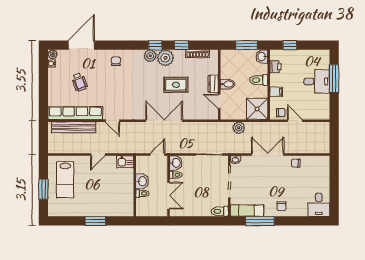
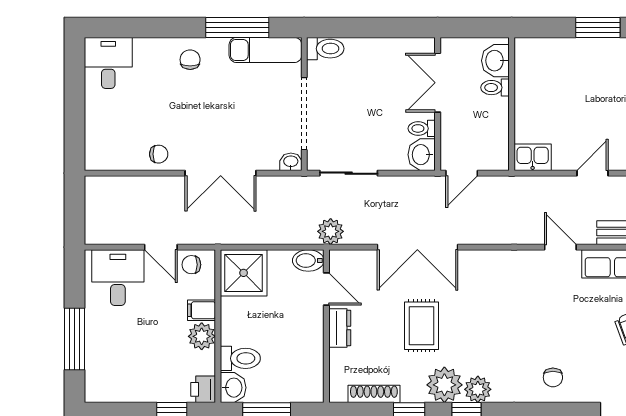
printer: (275, 67) -> (203, 389), moved
toilet: (259, 80) -> (240, 358), moved
plant: (276, 80) -> (202, 336), added
desk: (317, 81) -> (118, 278), moved, turned 90
bidet: (228, 84) -> (308, 260), moved
rug: (176, 85) -> (421, 326), turned 90
double door: (164, 121) -> (417, 247), moved
plant: (239, 128) -> (331, 231), moved
washbasin: (142, 181) -> (495, 61), moved

